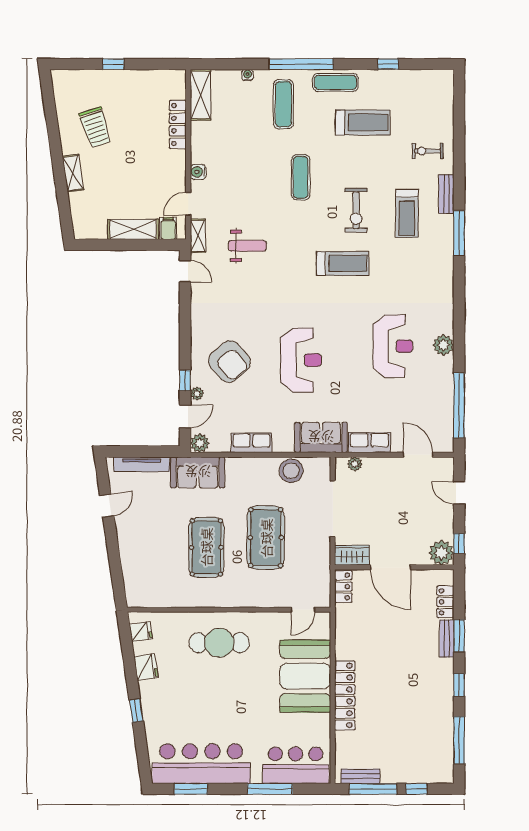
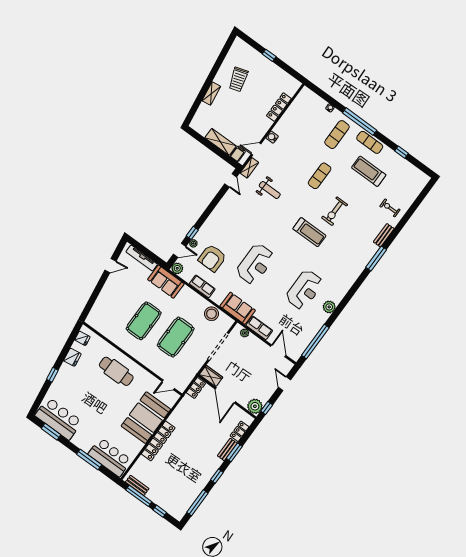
shelving: (201, 95) -> (300, 101), removed
treadmill: (363, 122) -> (369, 171), turned 180
treadmill: (407, 213) -> (358, 231), removed
armchair: (229, 361) -> (212, 258), moved, turned 41
bar counter: (201, 764) -> (59, 419), width x0.73

